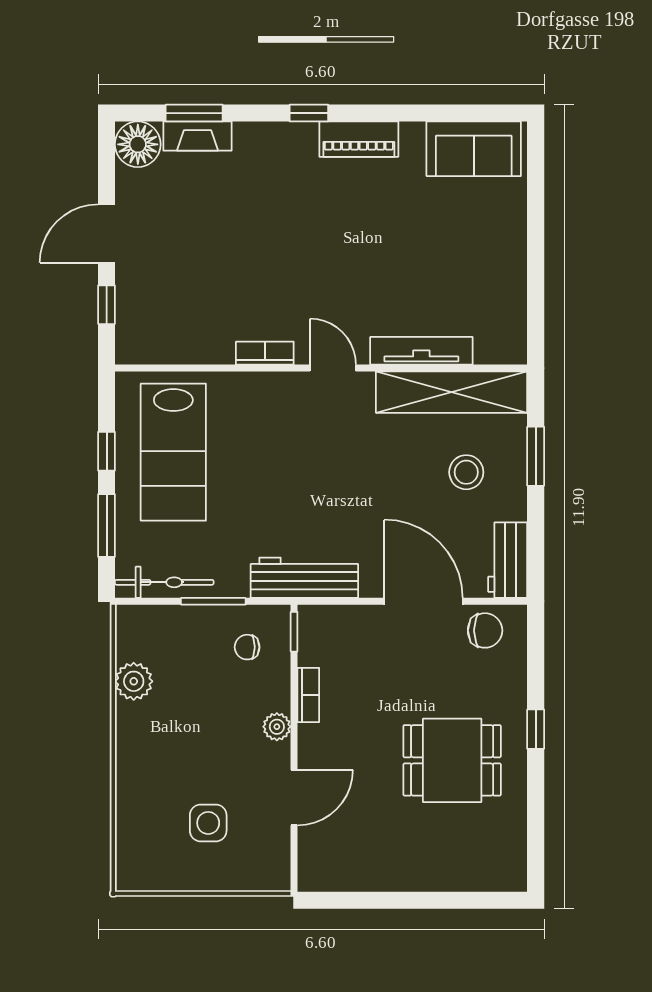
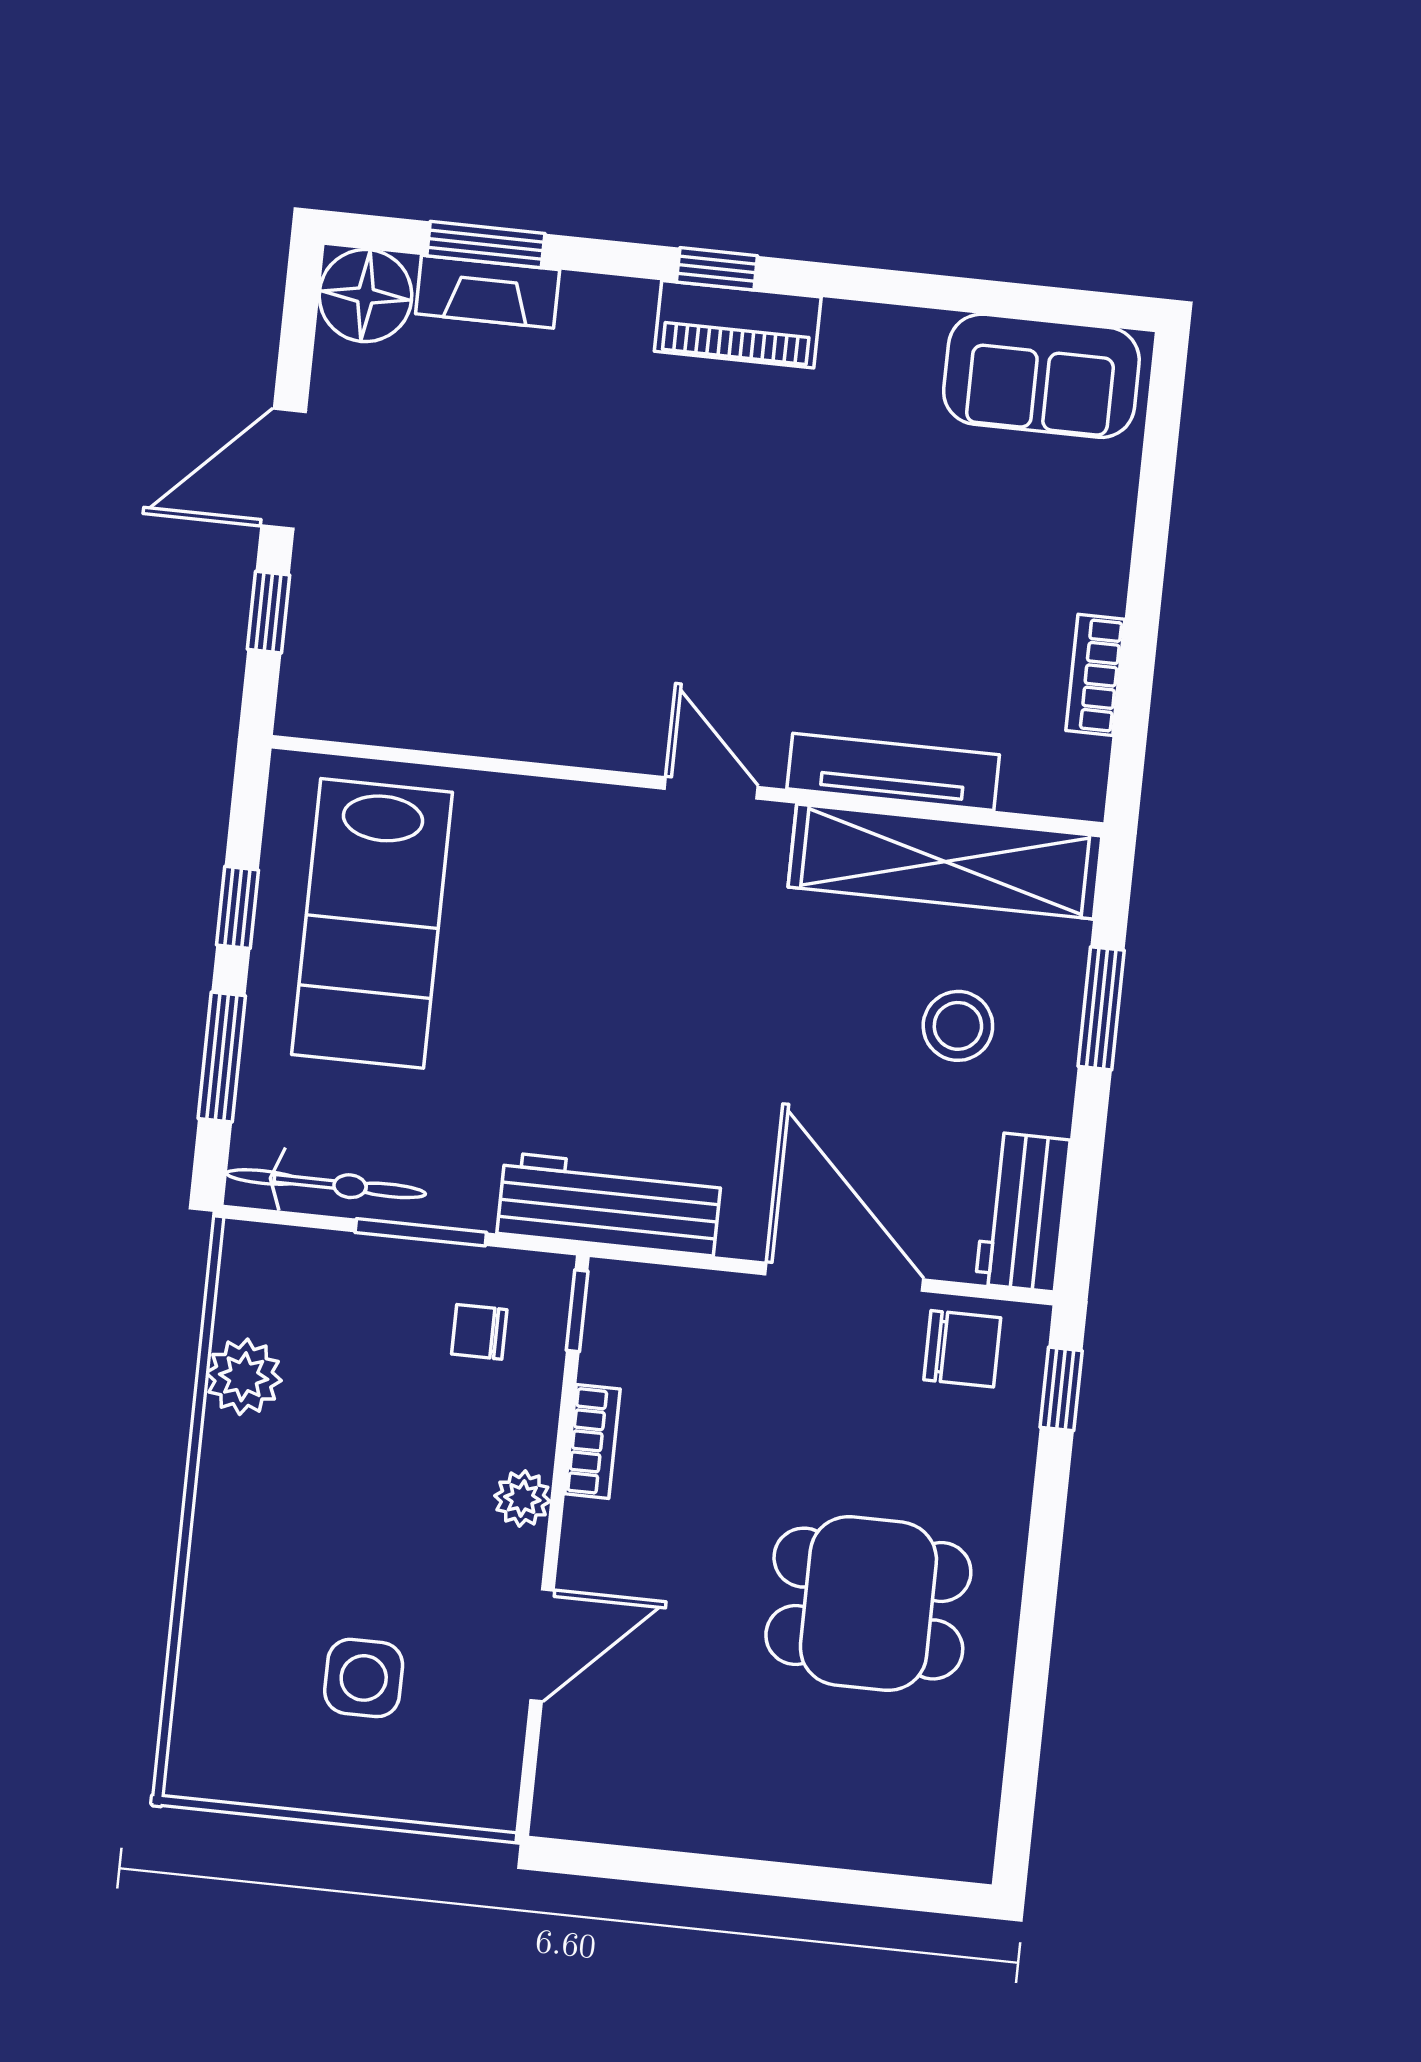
piano: (359, 139) -> (738, 324), moved
bookcase: (265, 353) -> (1095, 675), moved, turned -90
window: (536, 729) -> (1061, 1389), moved

